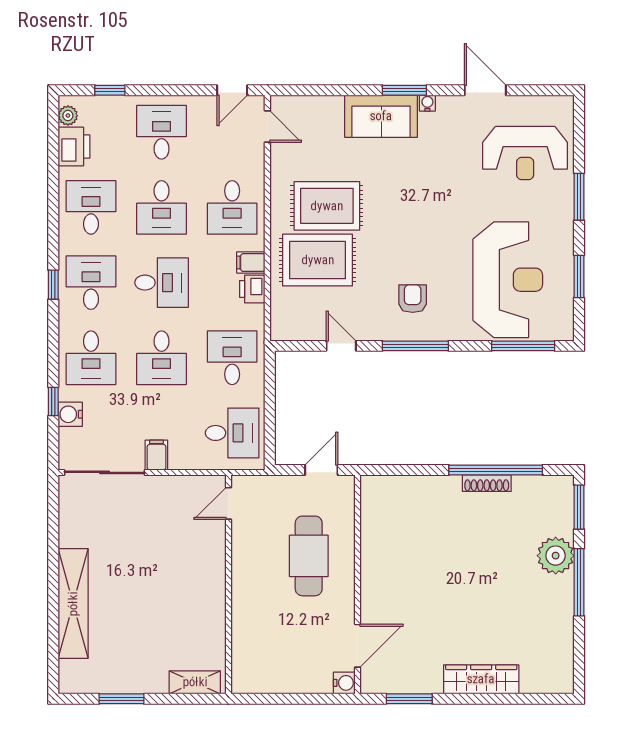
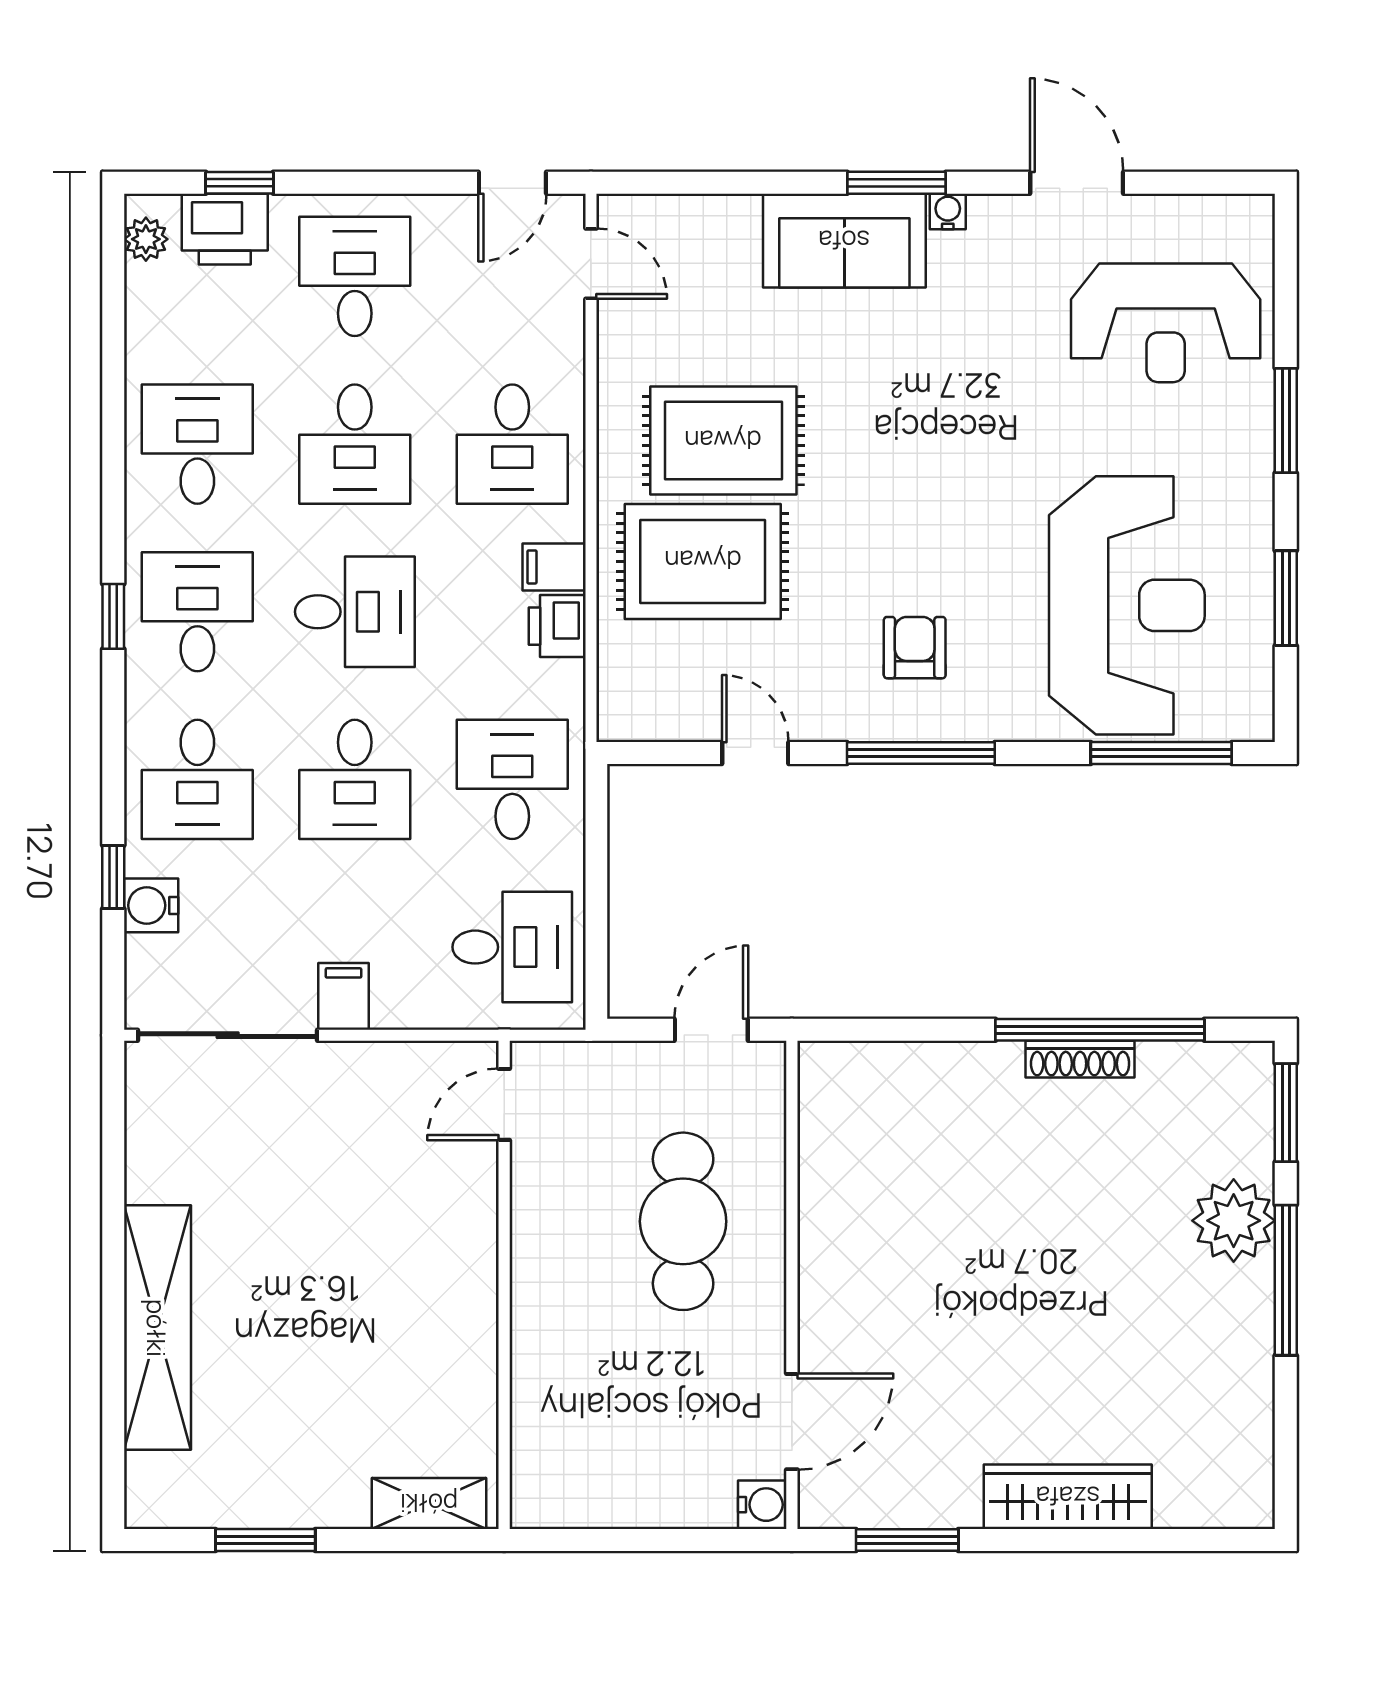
printer: (74, 146) -> (225, 229), moved, turned 90

